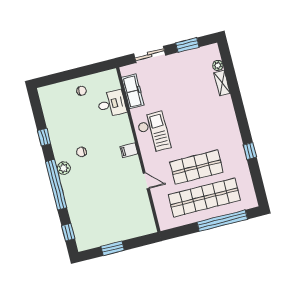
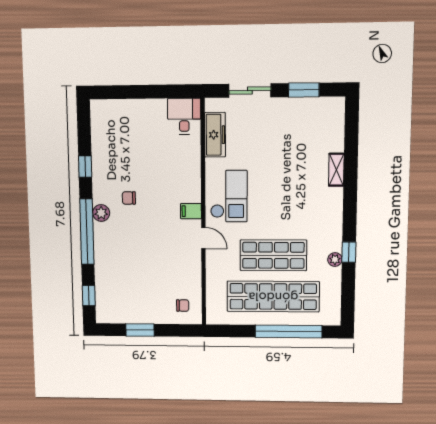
plant: (218, 65) -> (335, 259), moved
shelving: (222, 83) -> (336, 170), moved
chair: (82, 91) -> (183, 306), moved
desk: (112, 104) -> (184, 116), moved, turned -90
door: (146, 181) -> (203, 238), moved

